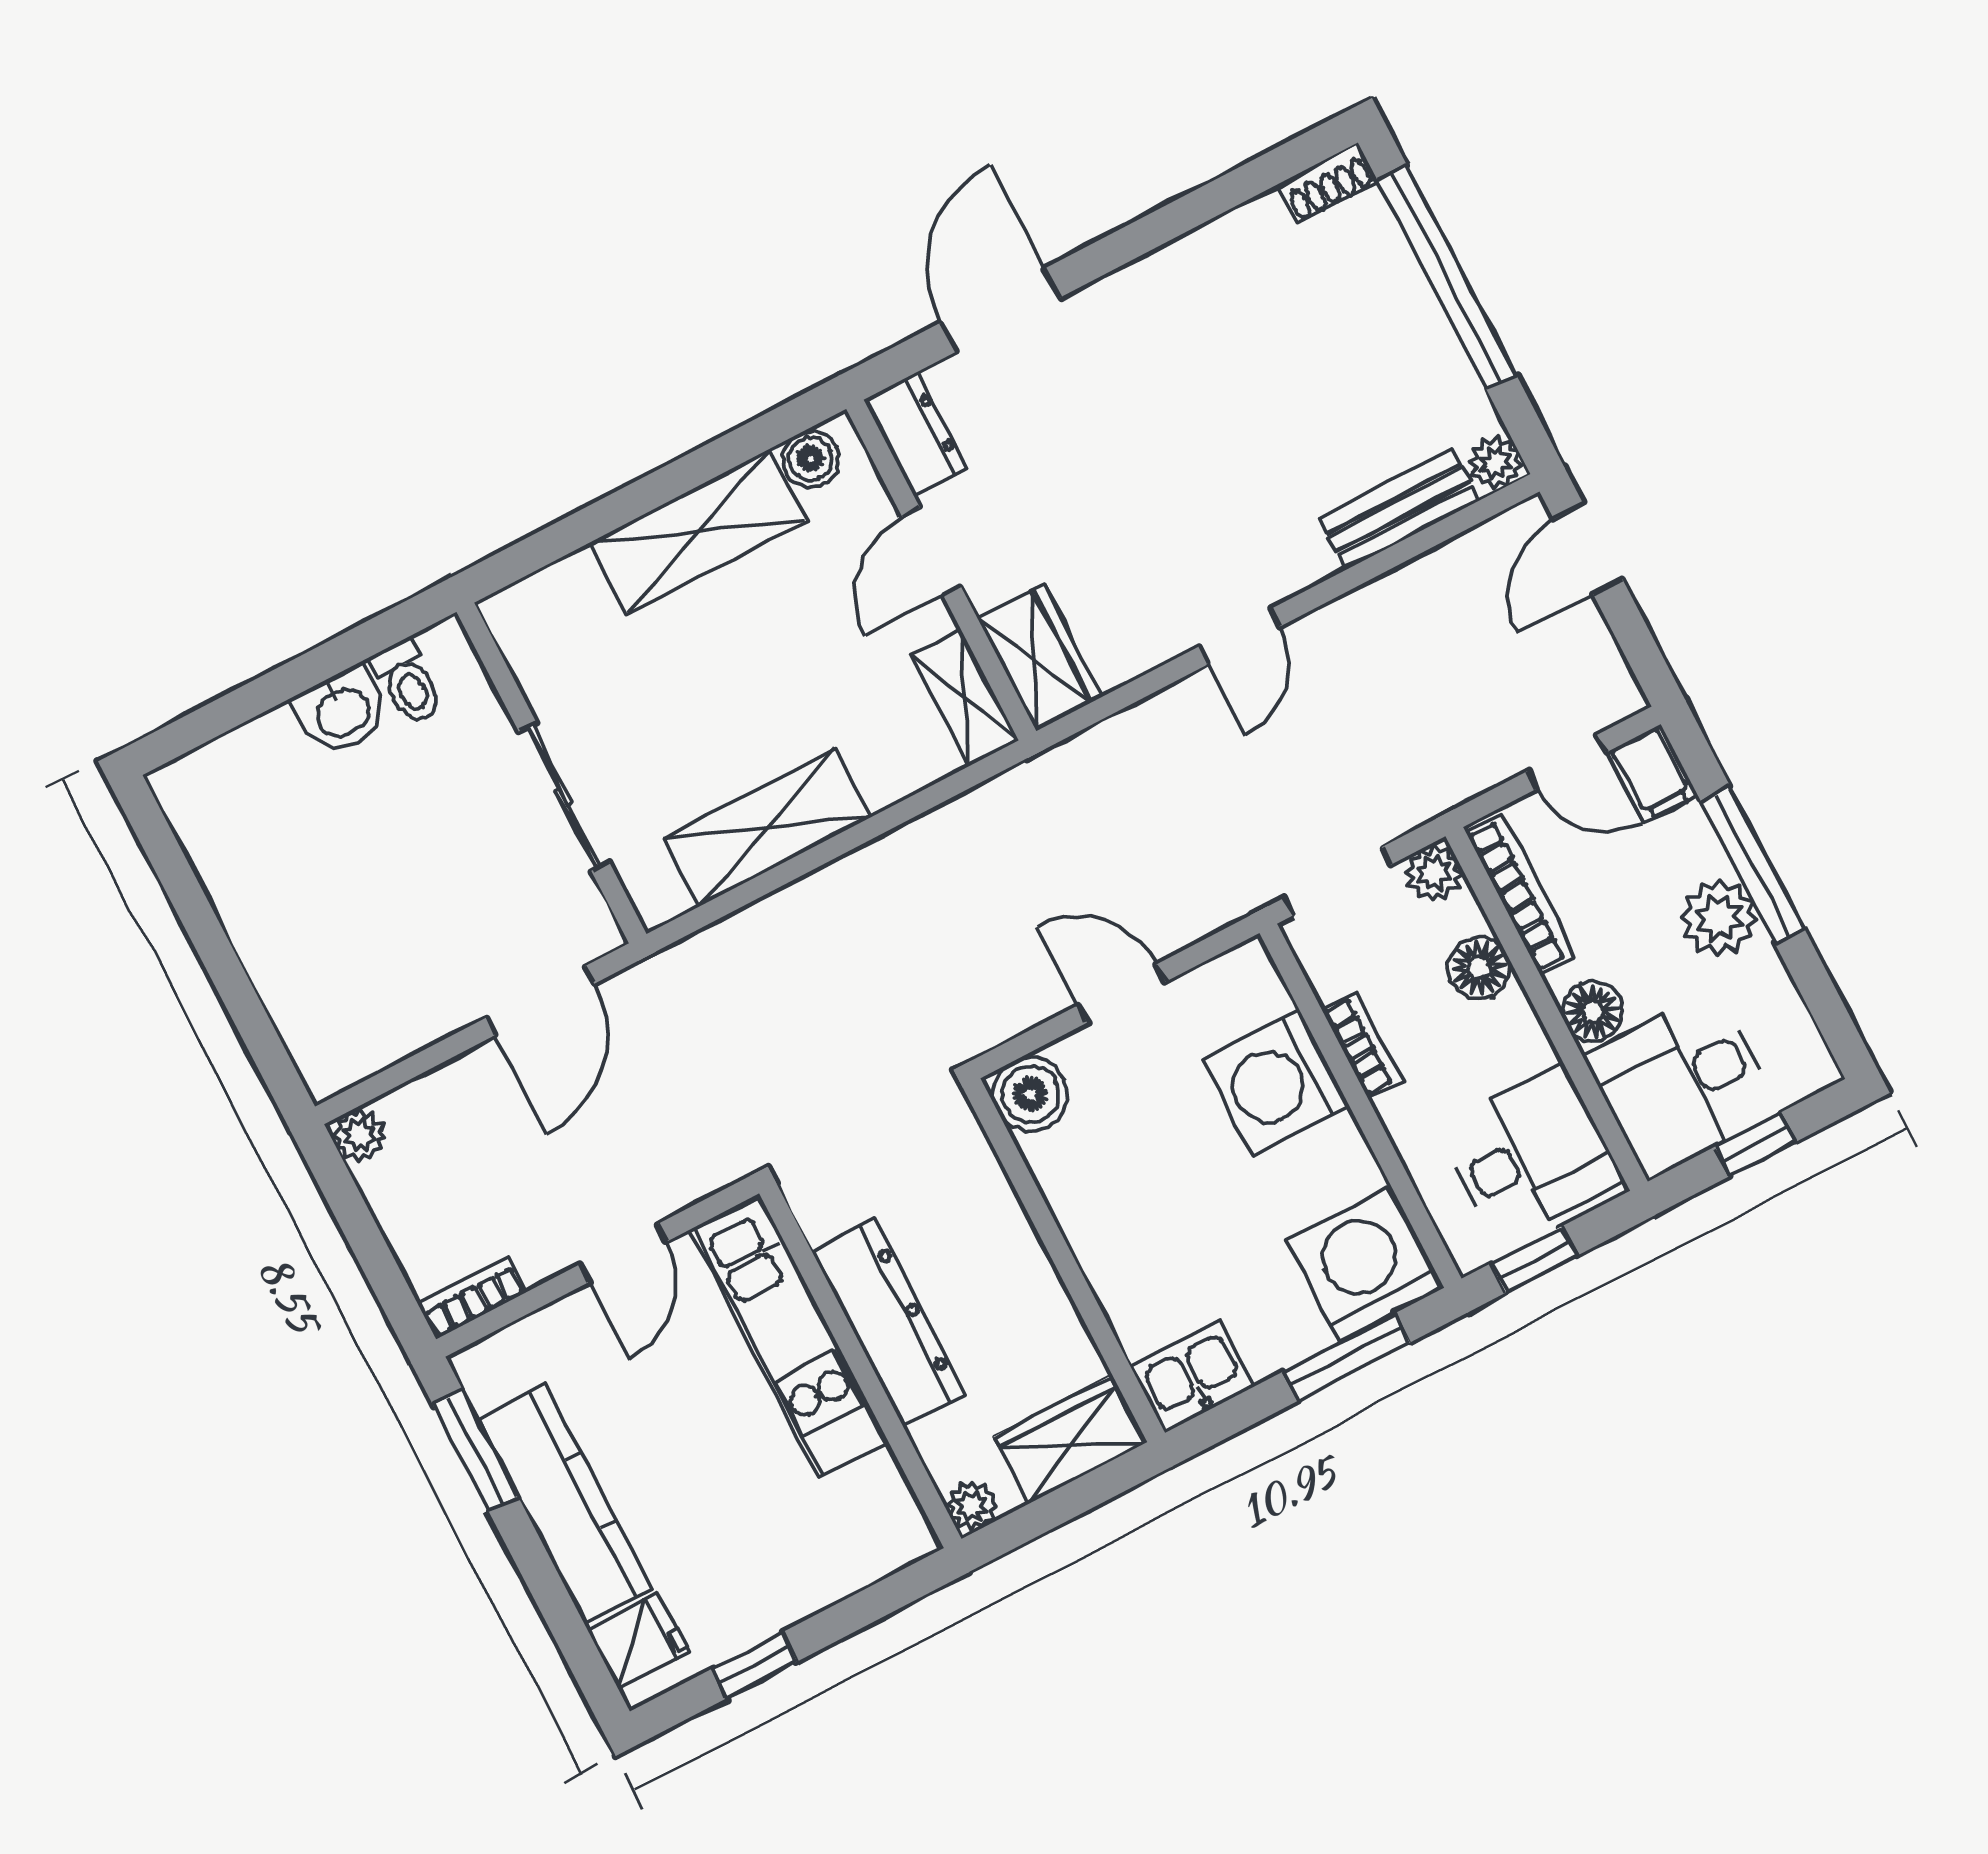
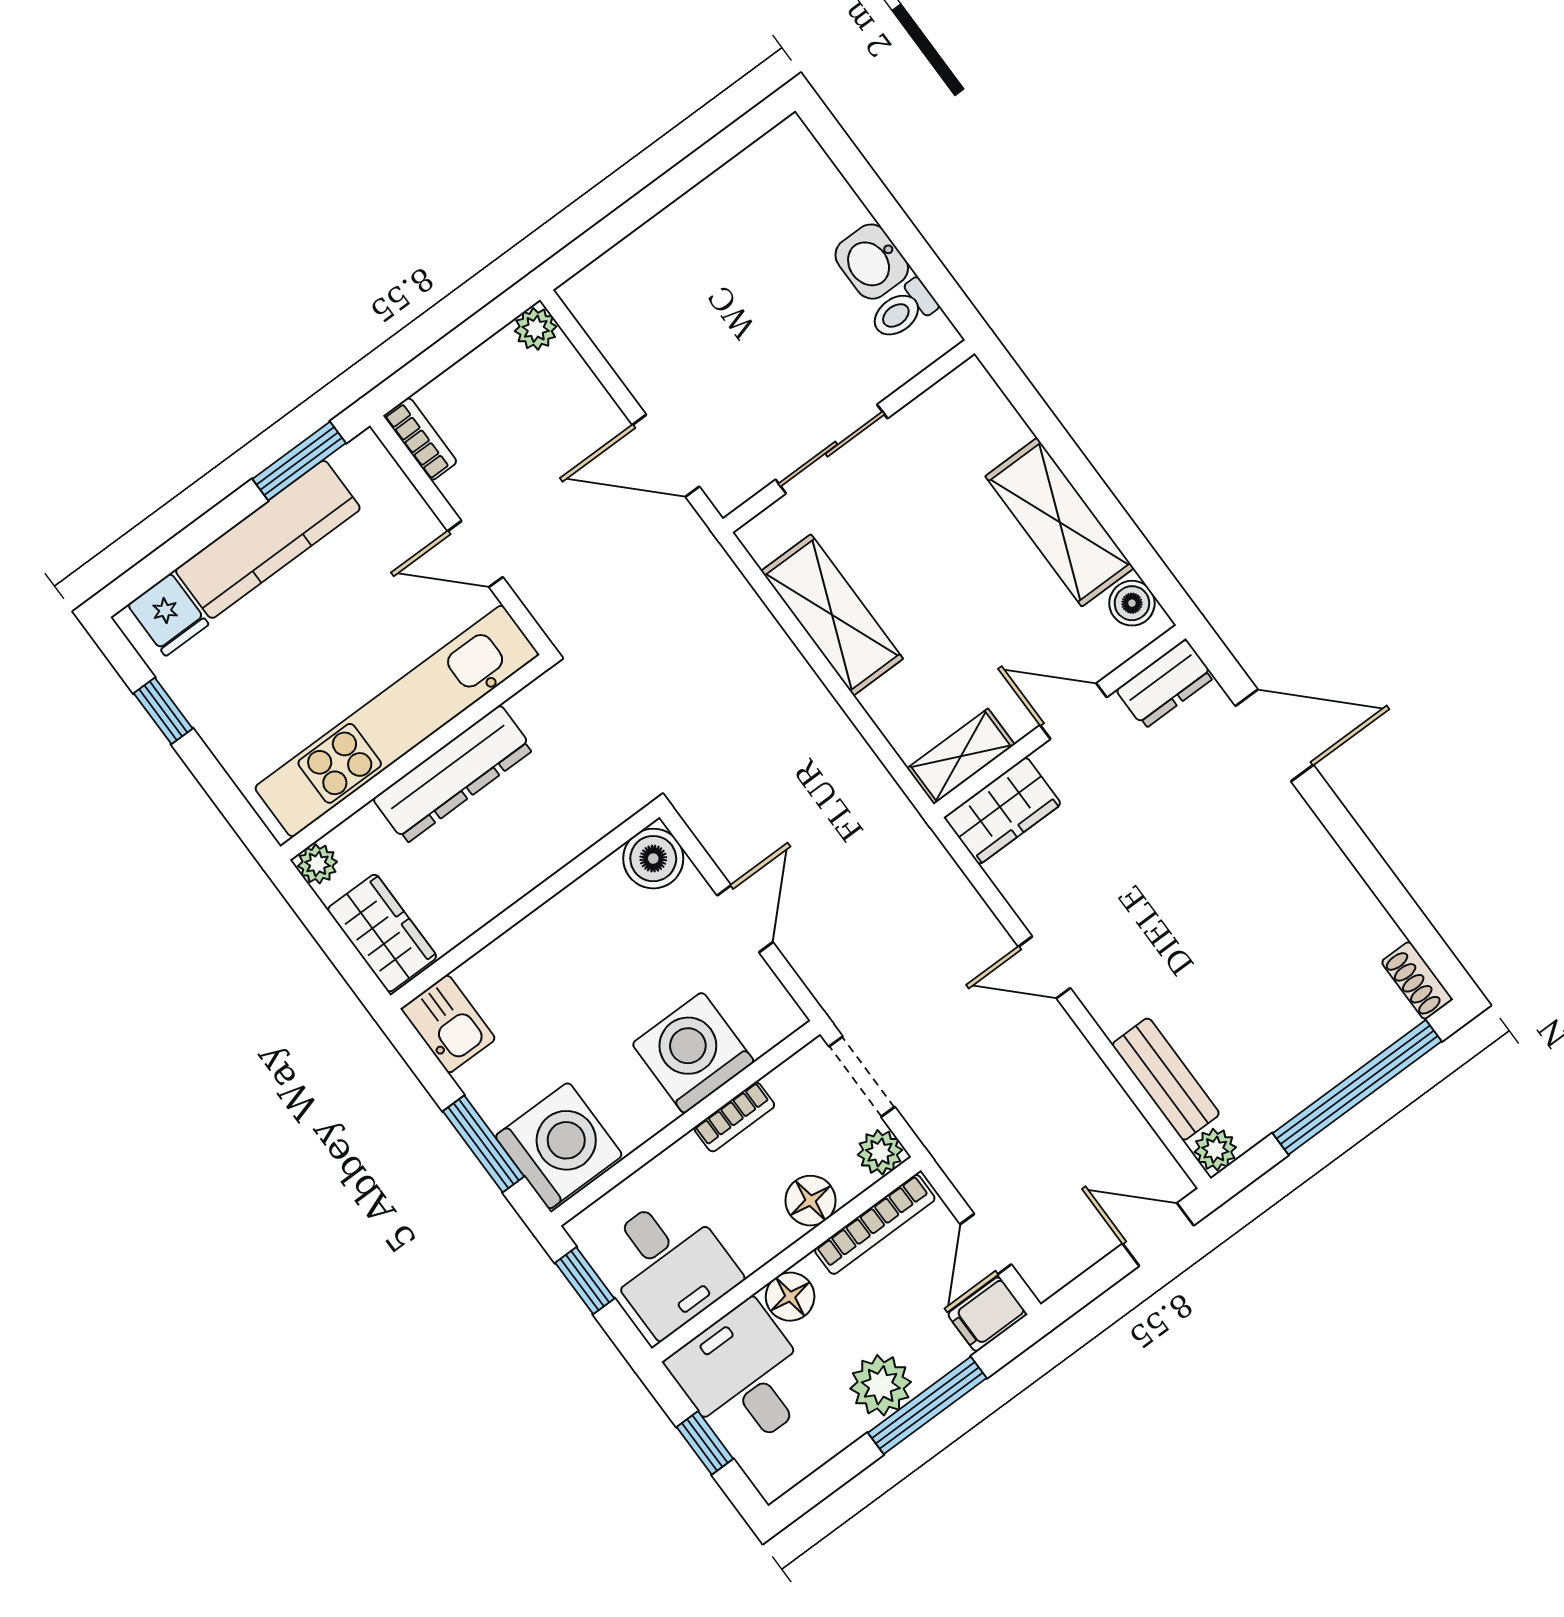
kitchen unit: (789, 1336) -> (397, 721), width x1.36

